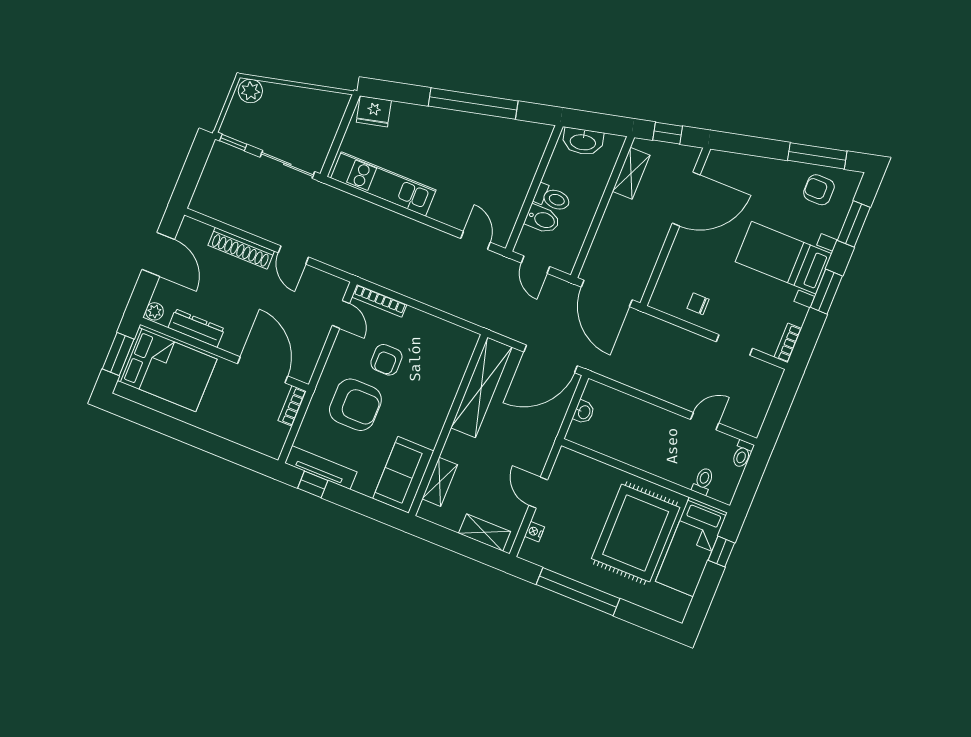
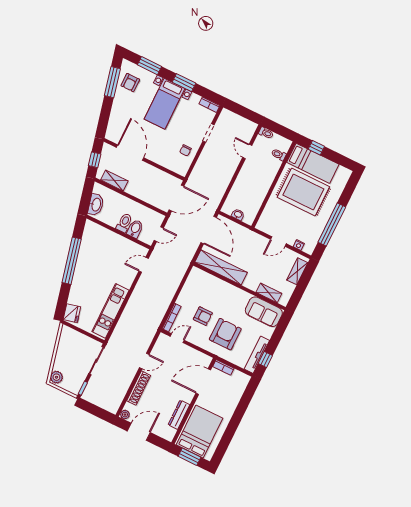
plant: (154, 311) -> (125, 415), moved

